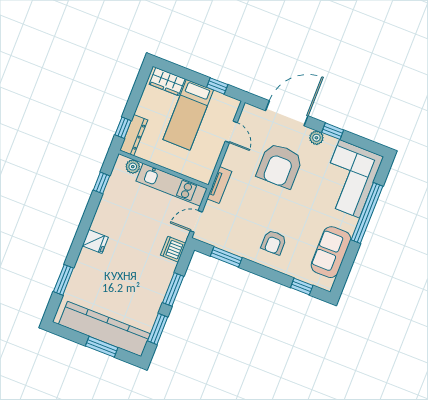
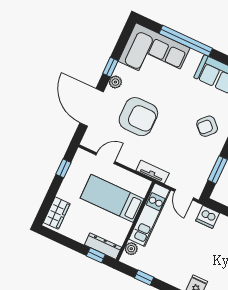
bed: (188, 115) -> (112, 198), moved, turned 180
armchair: (274, 242) -> (207, 126), turned 134

